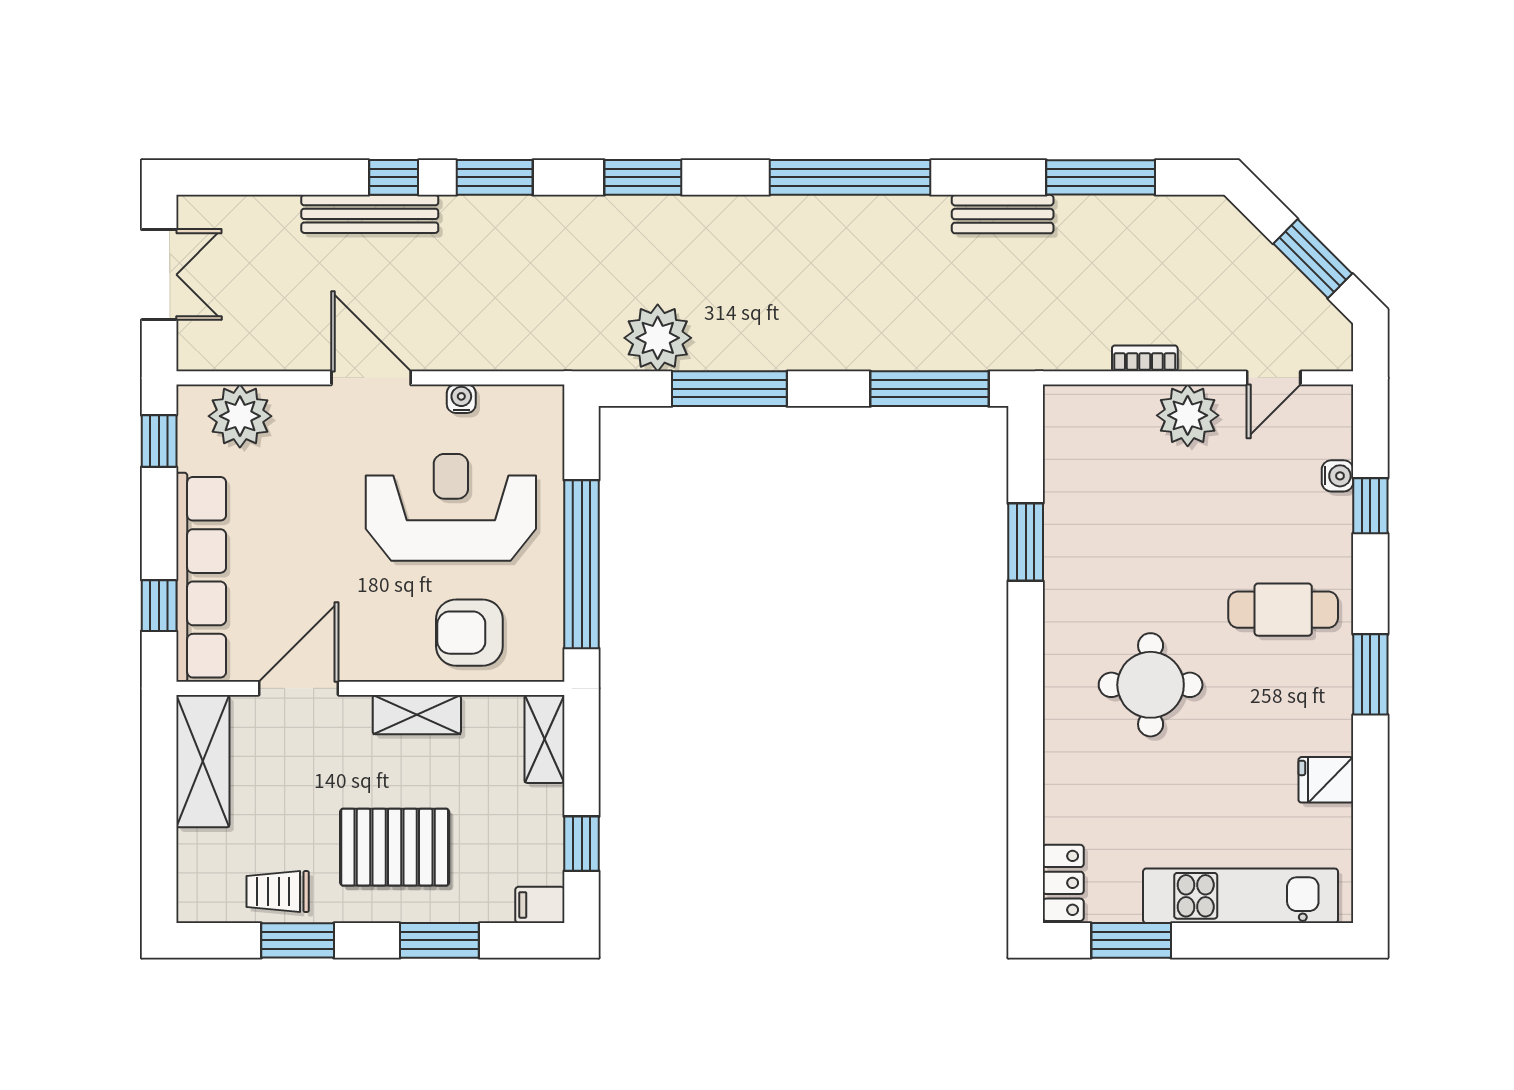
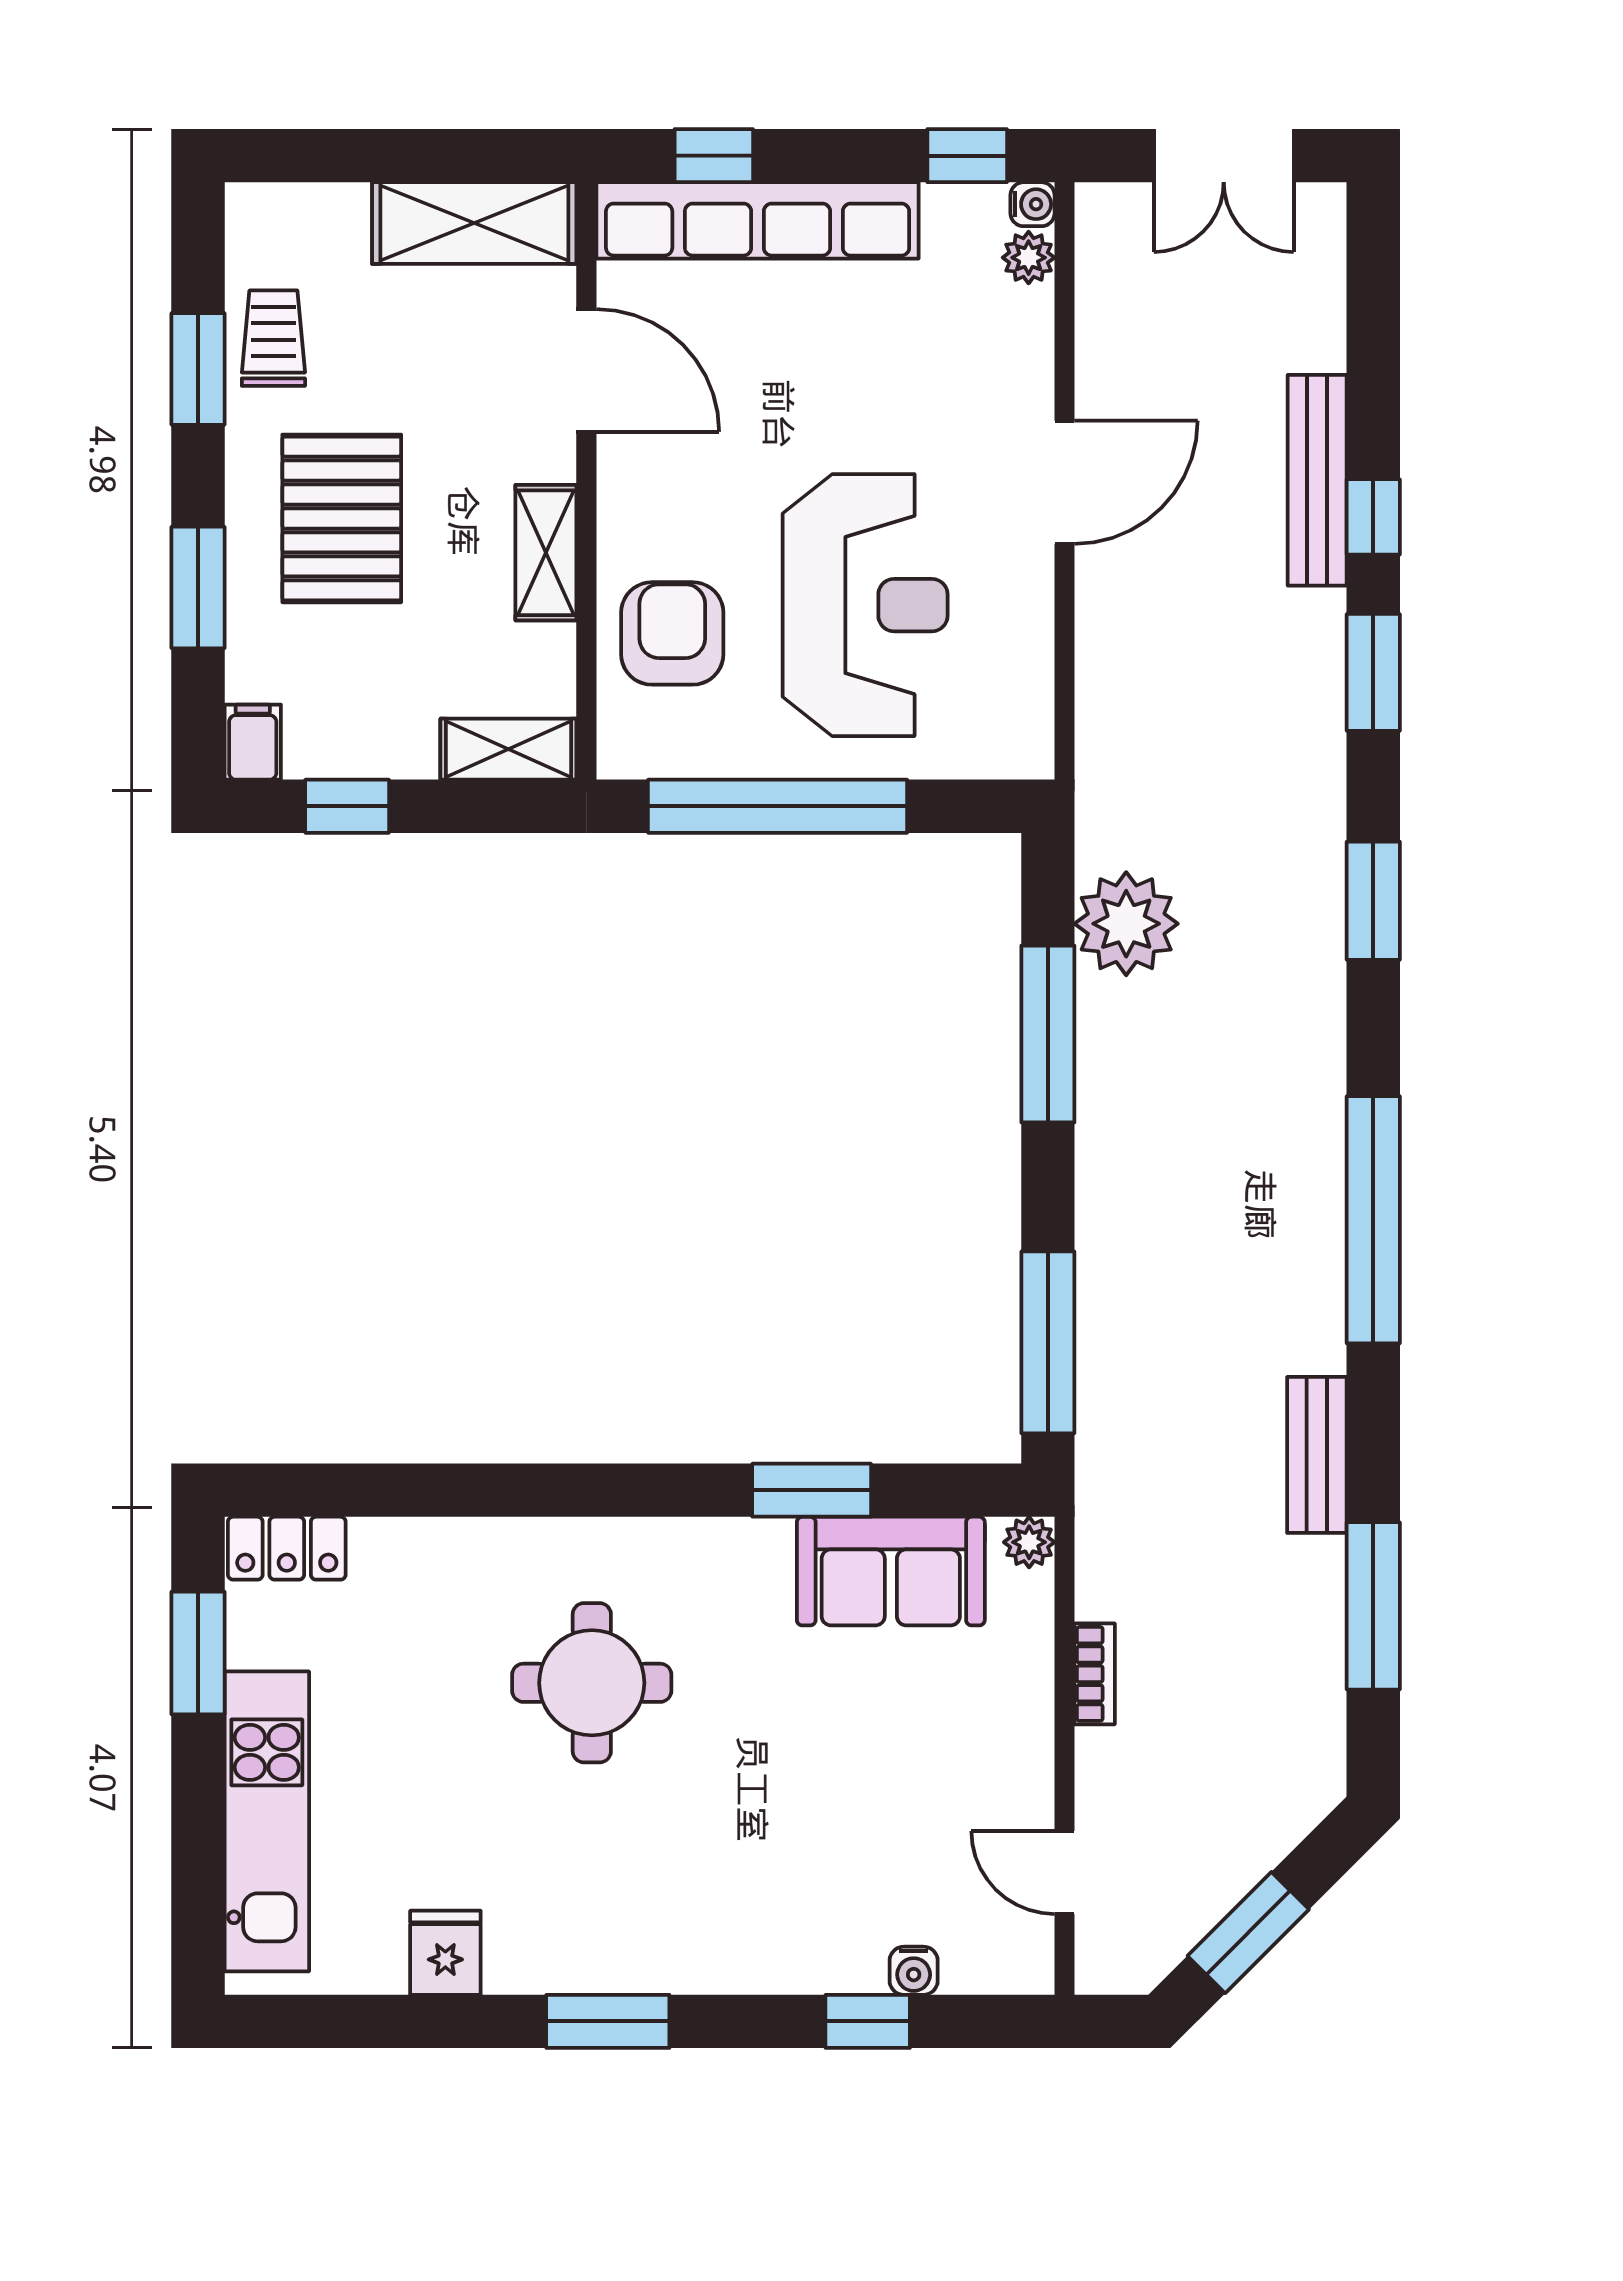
water cooler: (461, 399) -> (1032, 204), moved
plant: (1188, 415) -> (1029, 1542), moved, width x0.53, depth x0.53
plant: (240, 416) -> (1029, 258), width x0.53, depth x0.53
sofa: (1078, 491) -> (891, 1571), added
cafe table: (1283, 610) -> (708, 1887), removed

